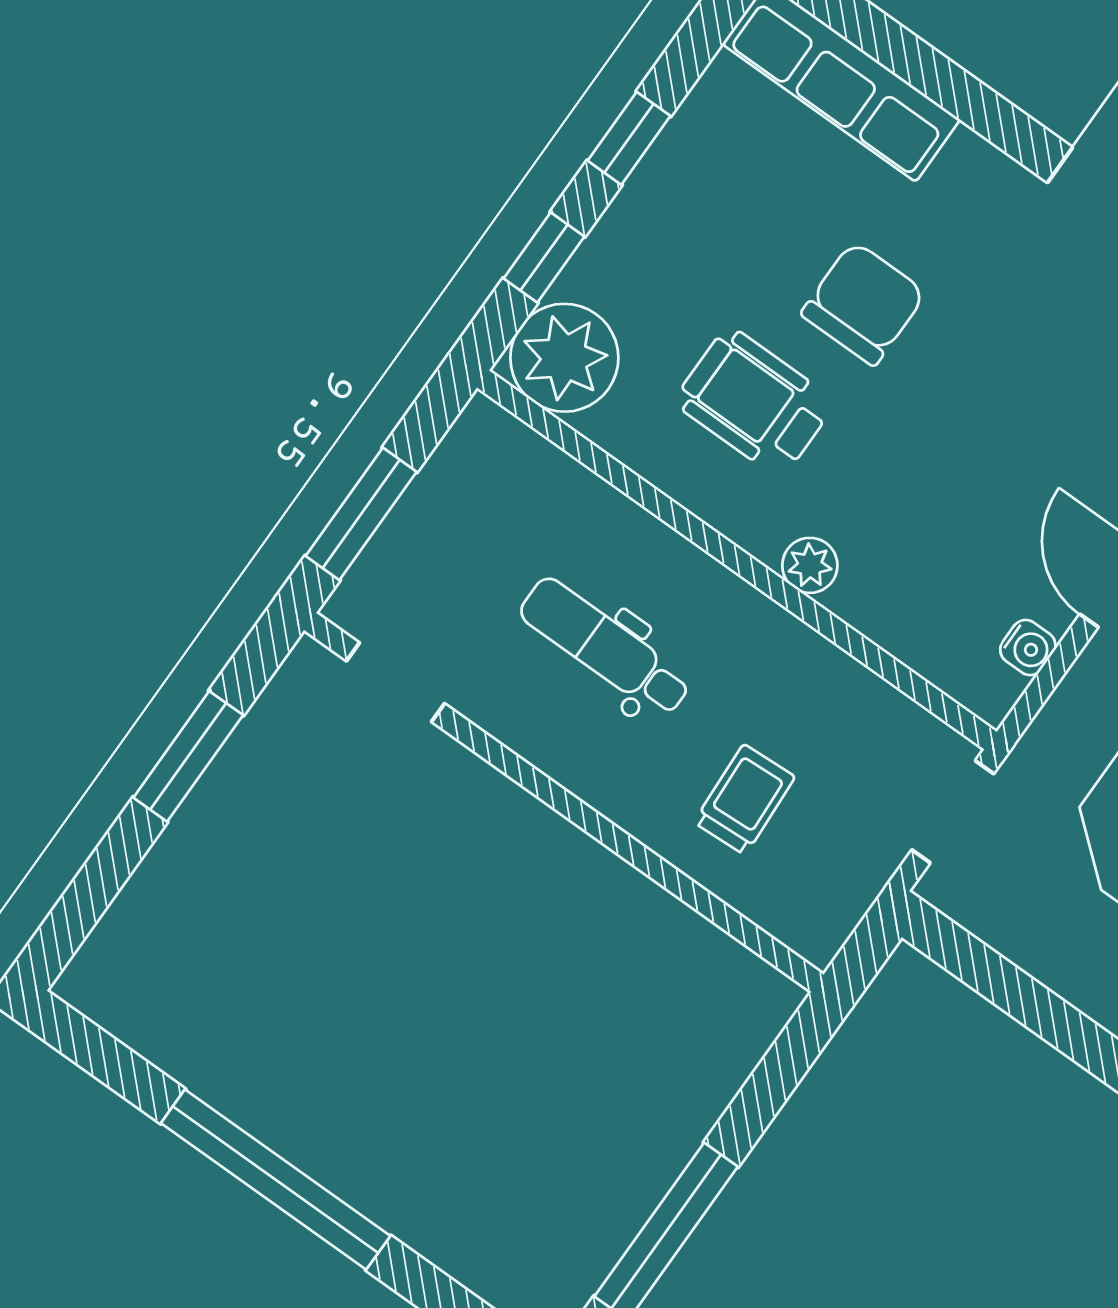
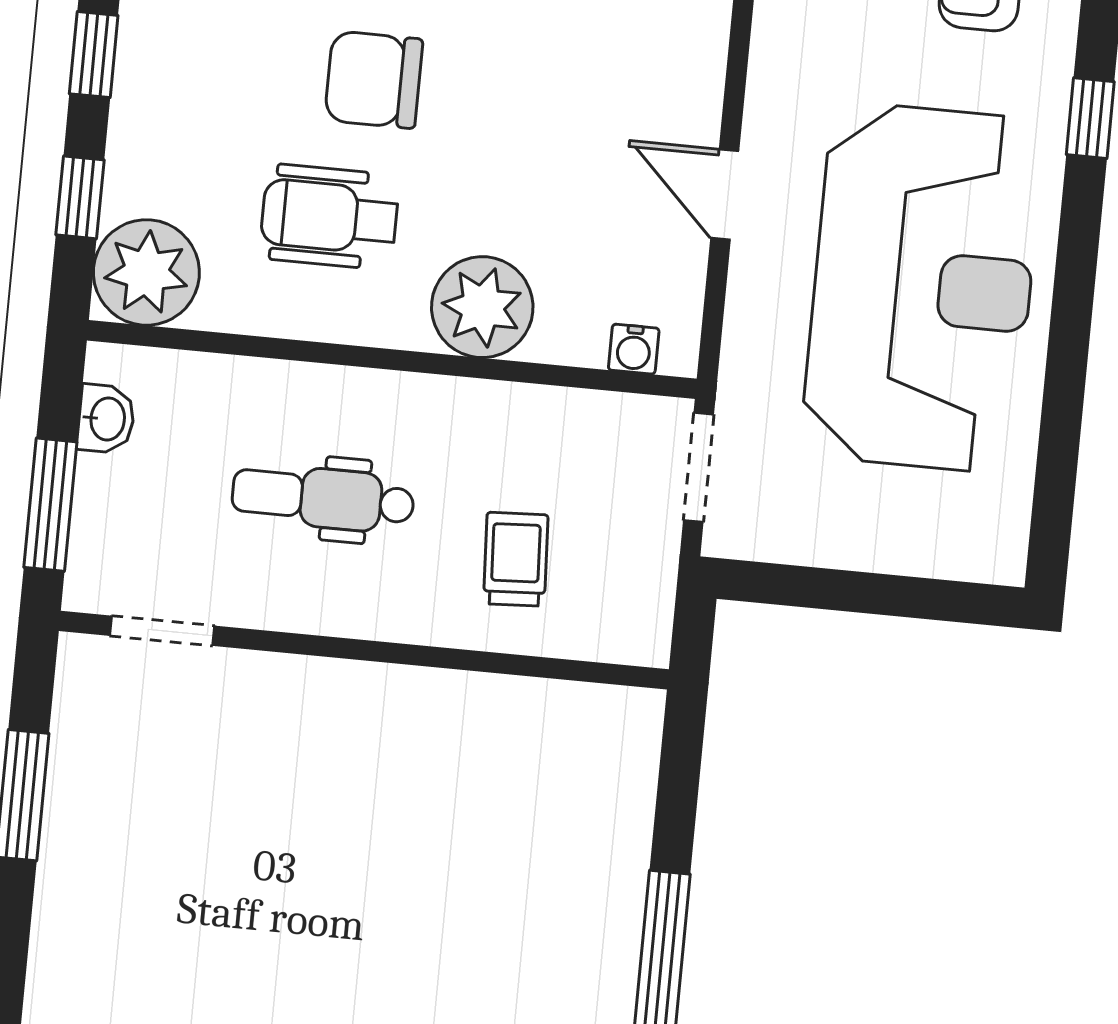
chair: (864, 303) -> (374, 80), turned -90
washbasin: (454, 467) -> (106, 419), added
plant: (810, 565) -> (482, 307), width x1.88, depth x1.88
water cooler: (1028, 648) -> (634, 349), moved, turned 90

